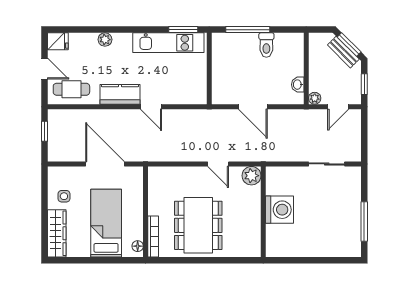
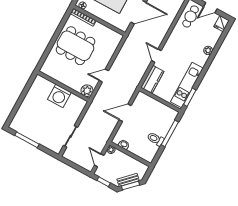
kitchen counter: (120, 94) -> (152, 79), moved
door: (151, 107) -> (156, 56), hinge flipped

